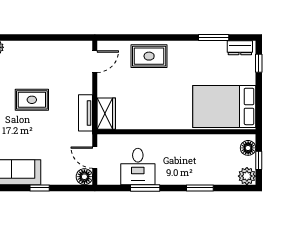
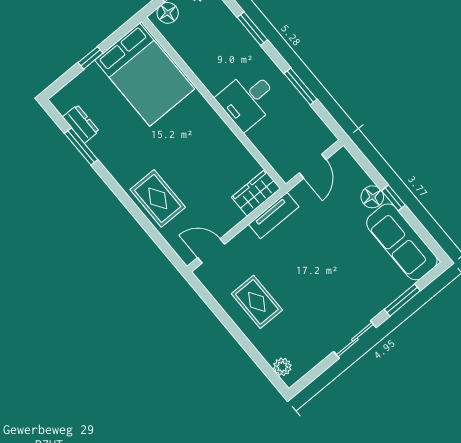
dresser: (240, 48) -> (81, 124), moved
window: (259, 63) -> (91, 58), moved
rug: (32, 100) -> (257, 302), moved
desk: (138, 166) -> (248, 100), moved, turned 180
floor lamp: (84, 177) -> (372, 197), moved

